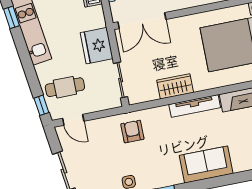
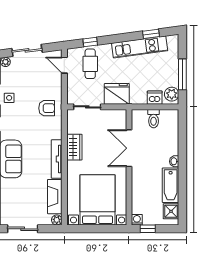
double door: (142, 21) -> (129, 148), moved
window: (41, 105) -> (90, 42), moved
door: (73, 120) -> (64, 65), hinge flipped

